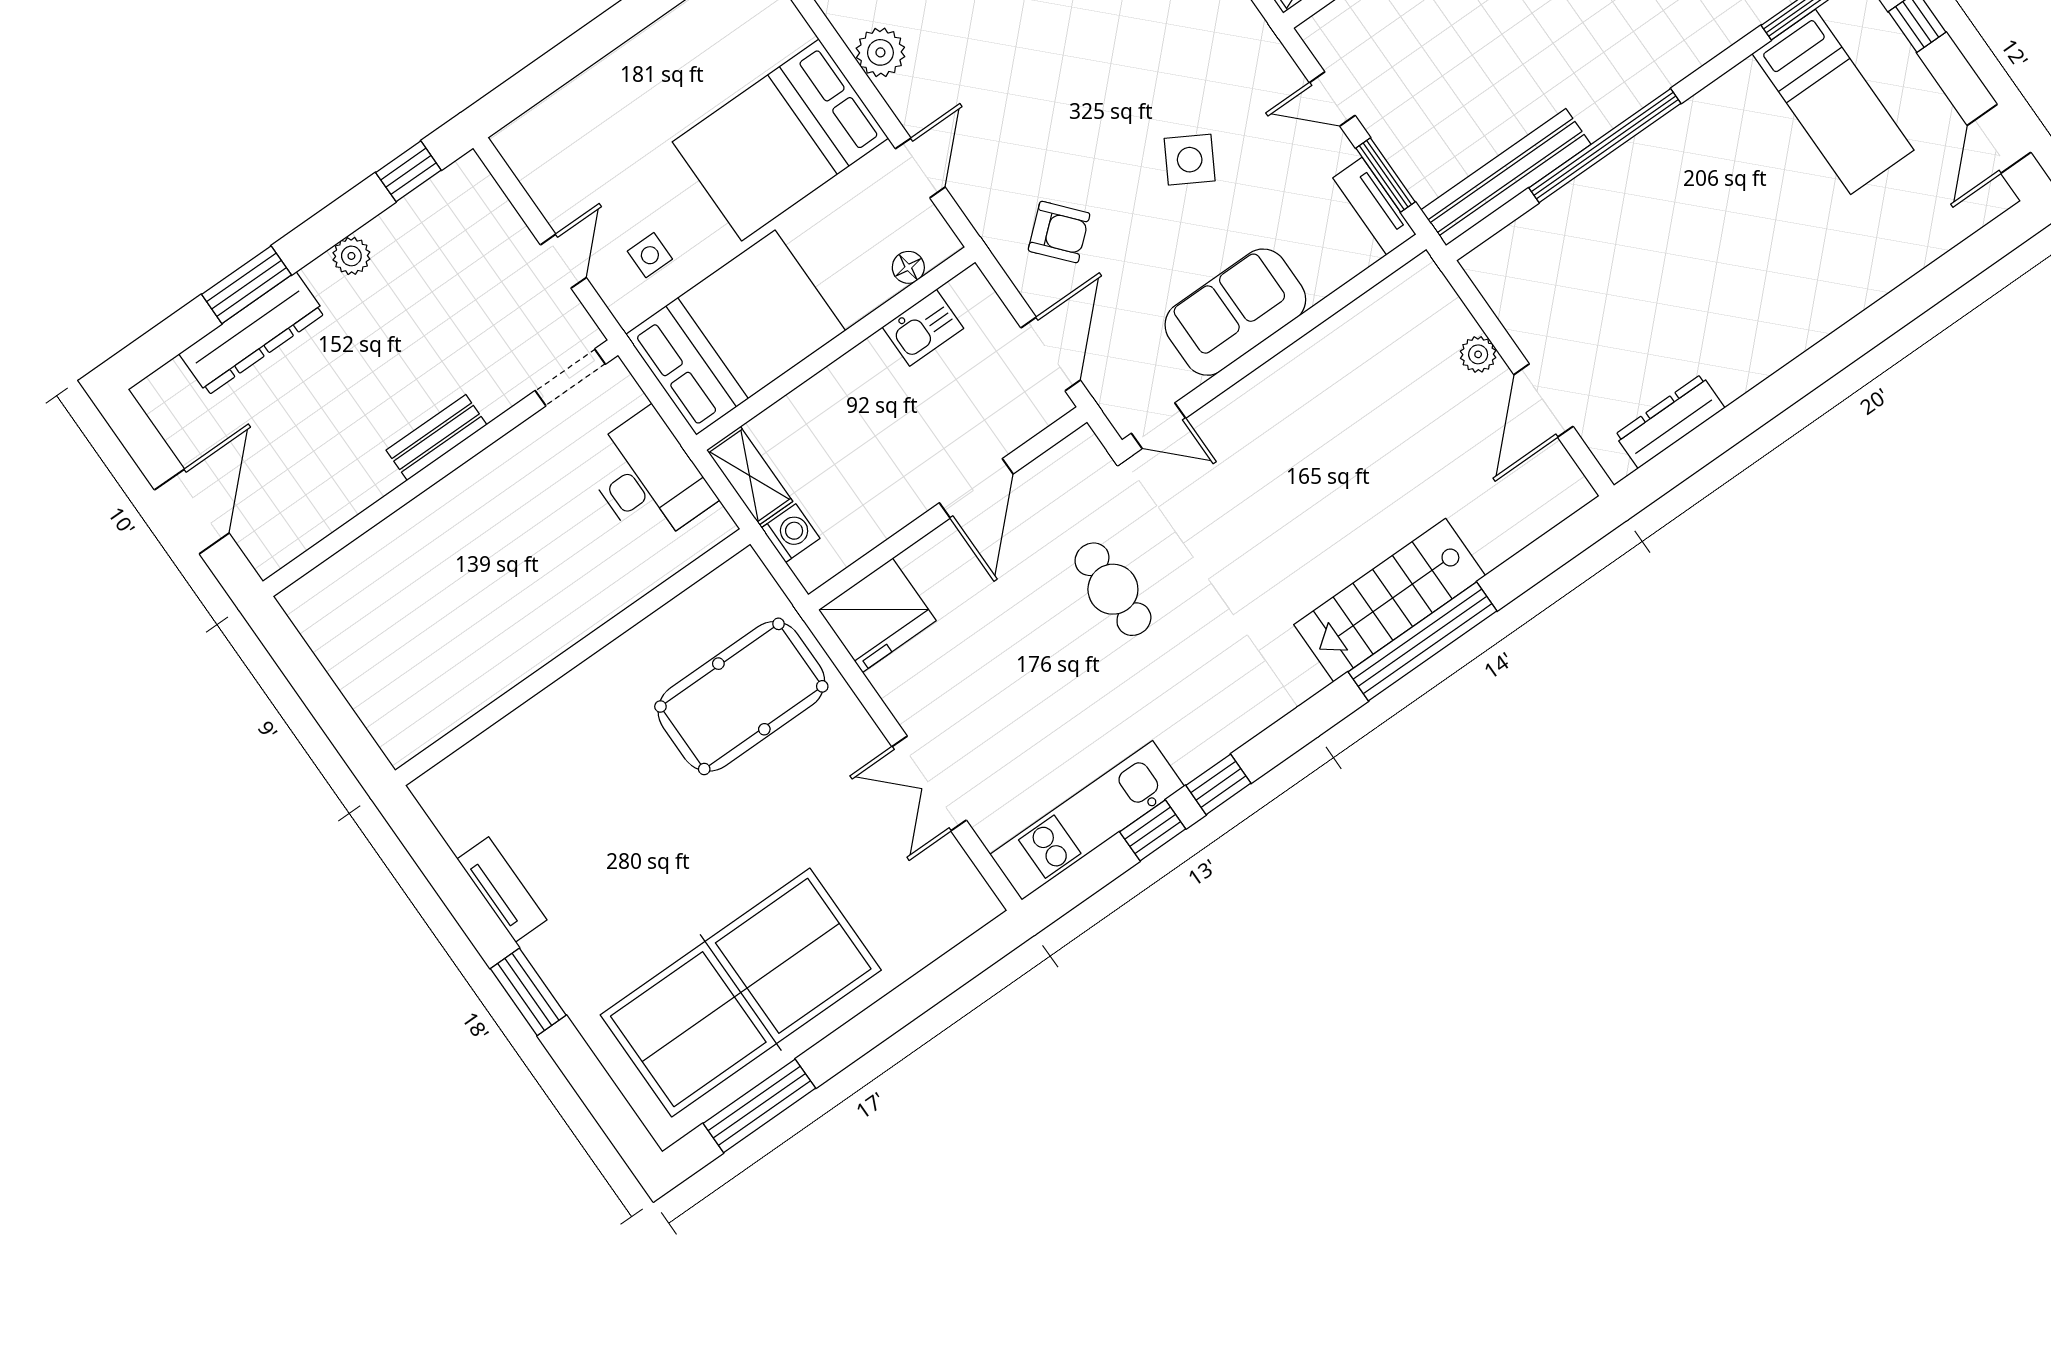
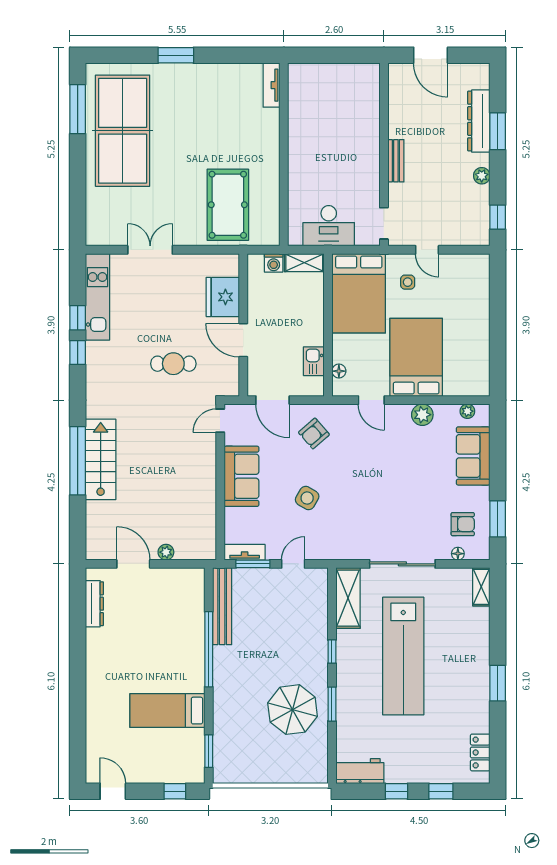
bed: (1833, 102) -> (167, 711), moved
fridge: (877, 615) -> (223, 297), moved
tv unit: (502, 889) -> (271, 85), moved, turned 90

